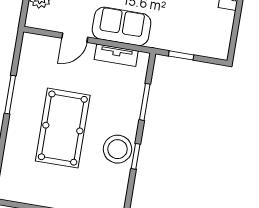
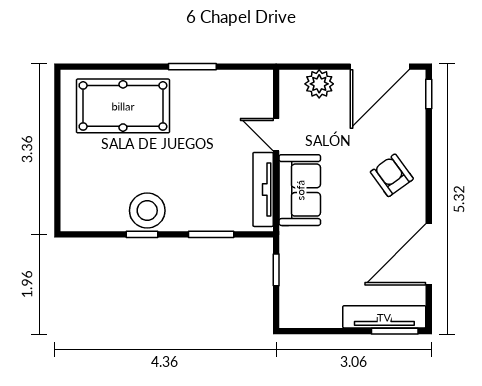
tv unit: (116, 55) -> (263, 189), width x1.41
pool table: (63, 128) -> (123, 106), moved

